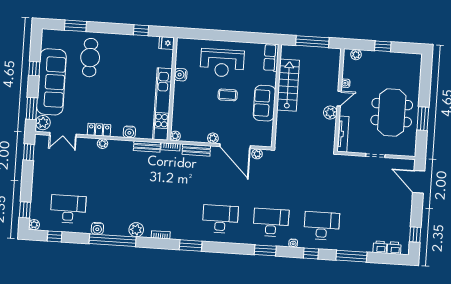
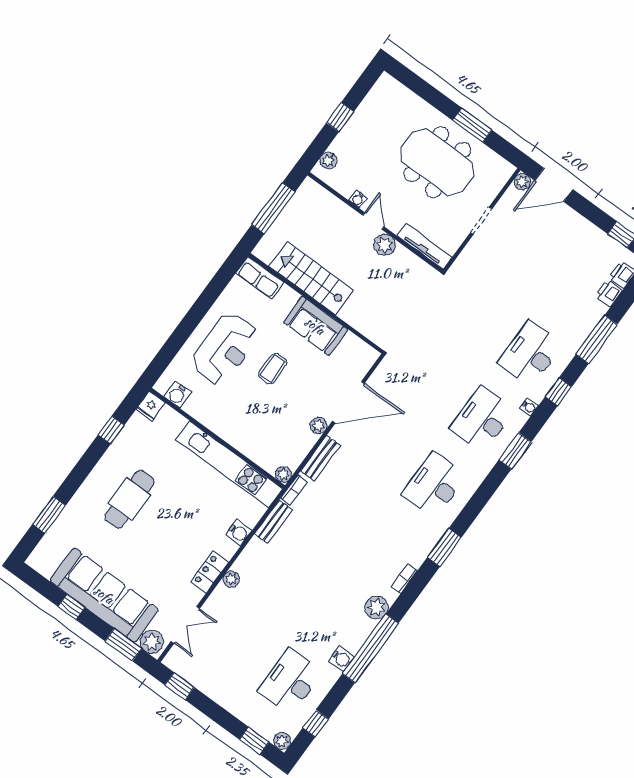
cafe table: (90, 58) -> (129, 499), moved, turned 90
water cooler: (181, 75) -> (178, 394), moved
plant: (257, 154) -> (522, 182), moved

